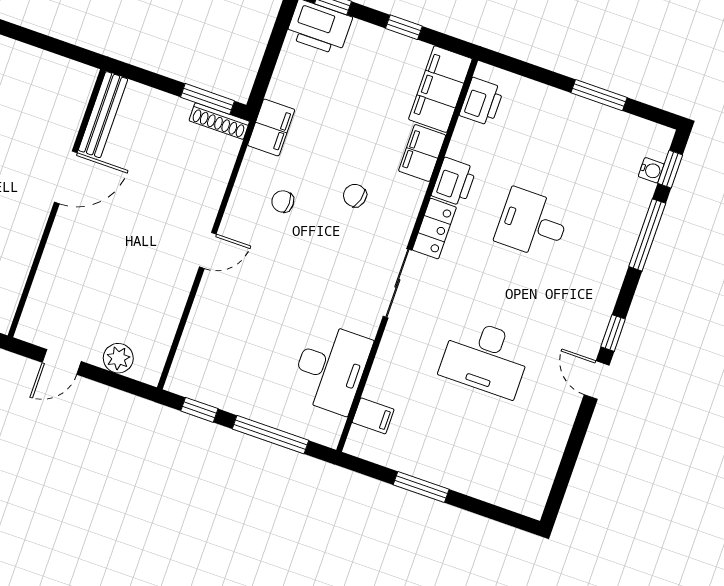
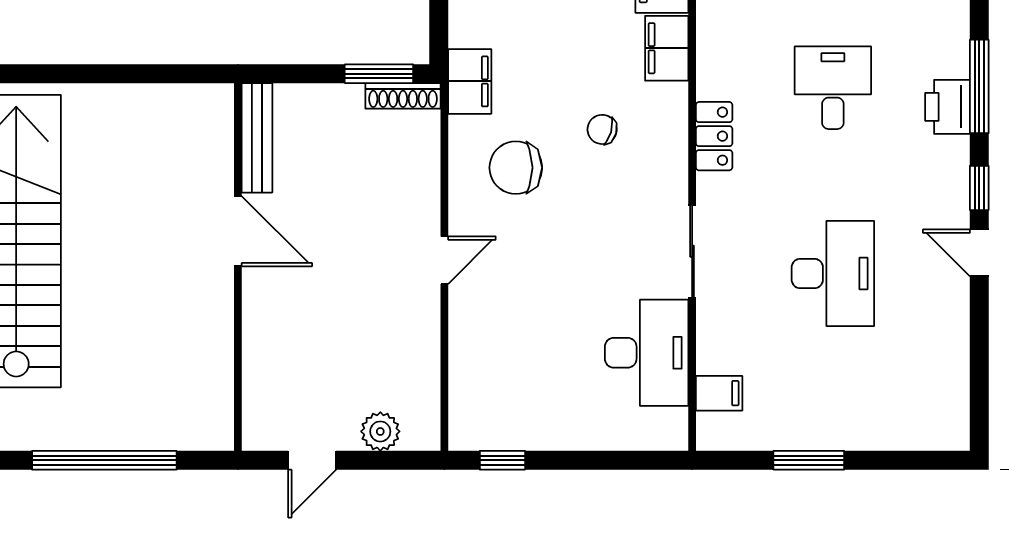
door: (66, 177) -> (238, 231), hinge flipped
printer: (454, 182) -> (948, 107), moved, turned 180
chair: (283, 201) -> (516, 168), width x1.87, depth x1.87
desk: (532, 224) -> (833, 88), turned 90
window: (647, 235) -> (979, 86), moved
sliding door: (397, 283) -> (692, 251), moved
desk: (486, 358) -> (833, 274), turned -90
window: (270, 435) -> (601, 460), removed

